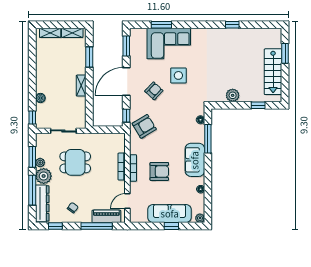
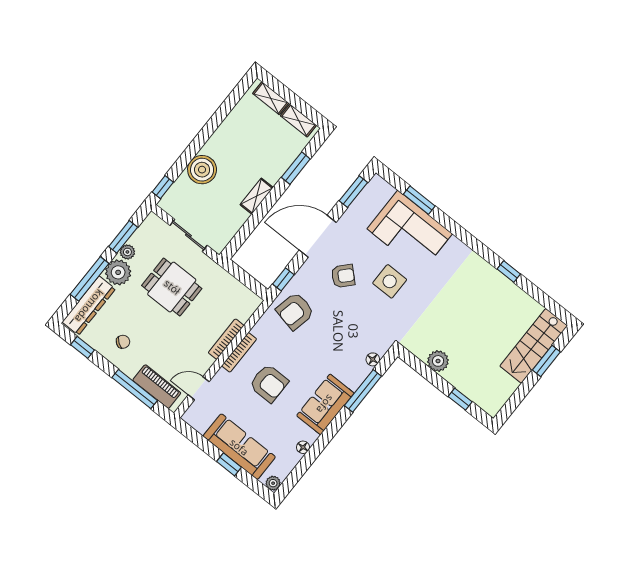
stairs: (273, 72) -> (534, 346), moved
boiler: (40, 98) -> (202, 170), width x1.86, depth x1.86
armchair: (144, 126) -> (295, 311), turned 133

